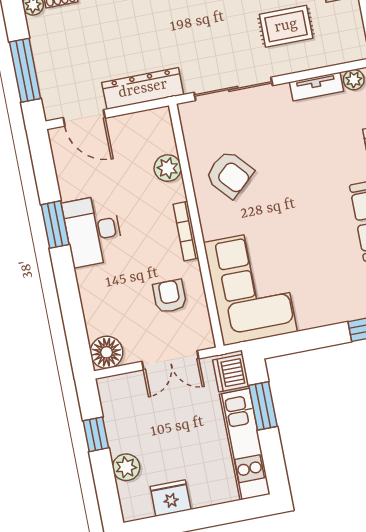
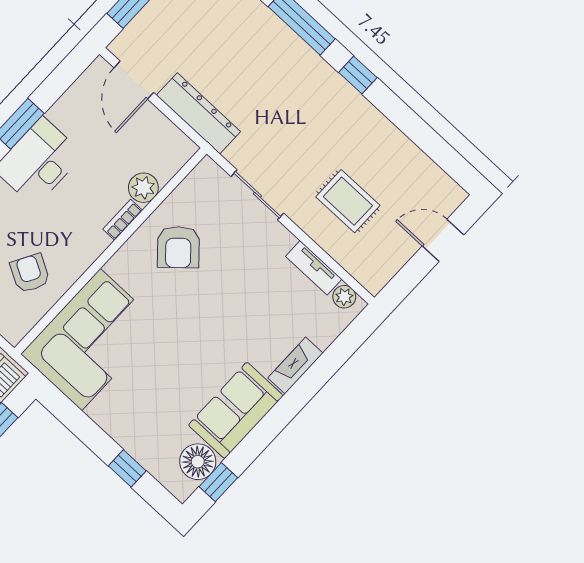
sliding door: (233, 89) -> (257, 195), width x0.73
bookcase: (186, 231) -> (123, 220), moved, width x0.64
armchair: (170, 296) -> (30, 273), turned -61

